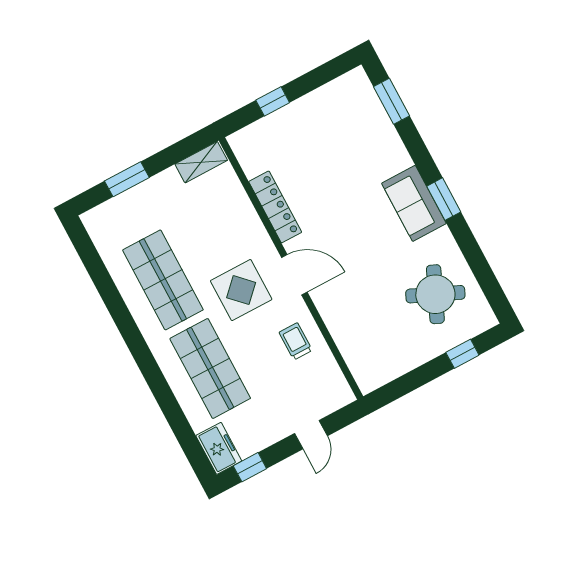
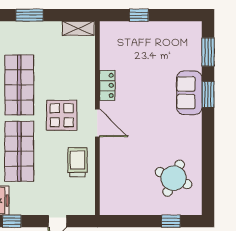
window: (444, 199) -> (208, 94), moved
sofa: (414, 203) -> (189, 93), moved
locker: (275, 207) -> (107, 85), width x0.66
trolley: (296, 341) -> (77, 162), width x1.36, depth x1.39

